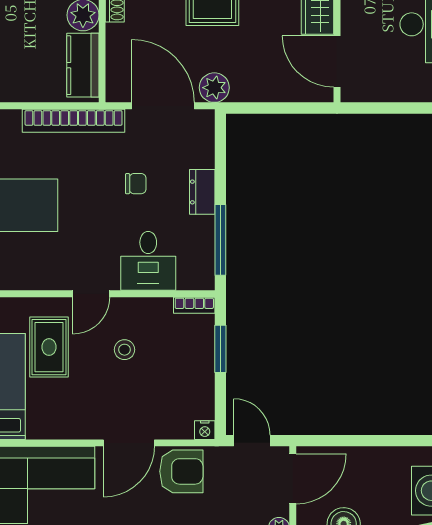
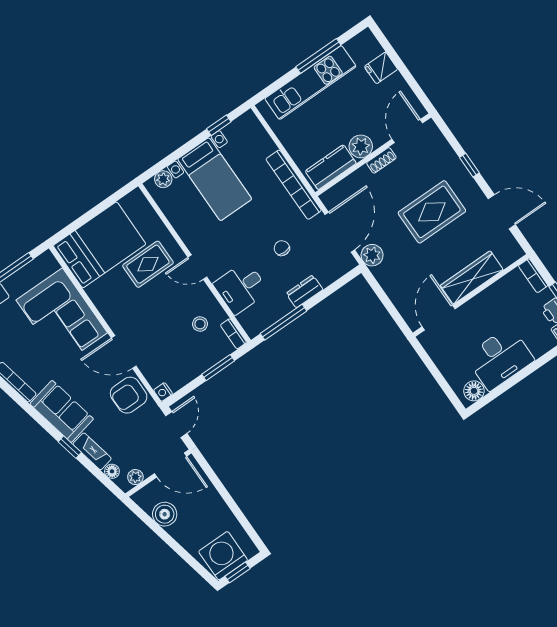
chair: (136, 184) -> (282, 248), turned 180
stool: (125, 350) -> (200, 324), moved
armchair: (181, 471) -> (129, 395), turned 90

